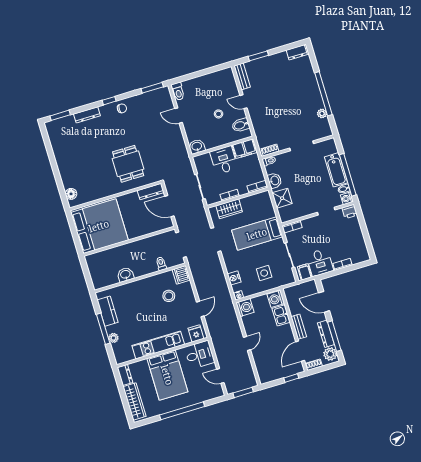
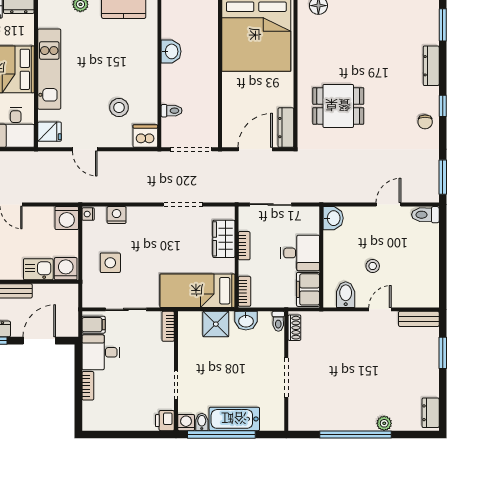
plant: (322, 113) -> (384, 423), moved
bed: (257, 234) -> (197, 291), moved, turned -90

